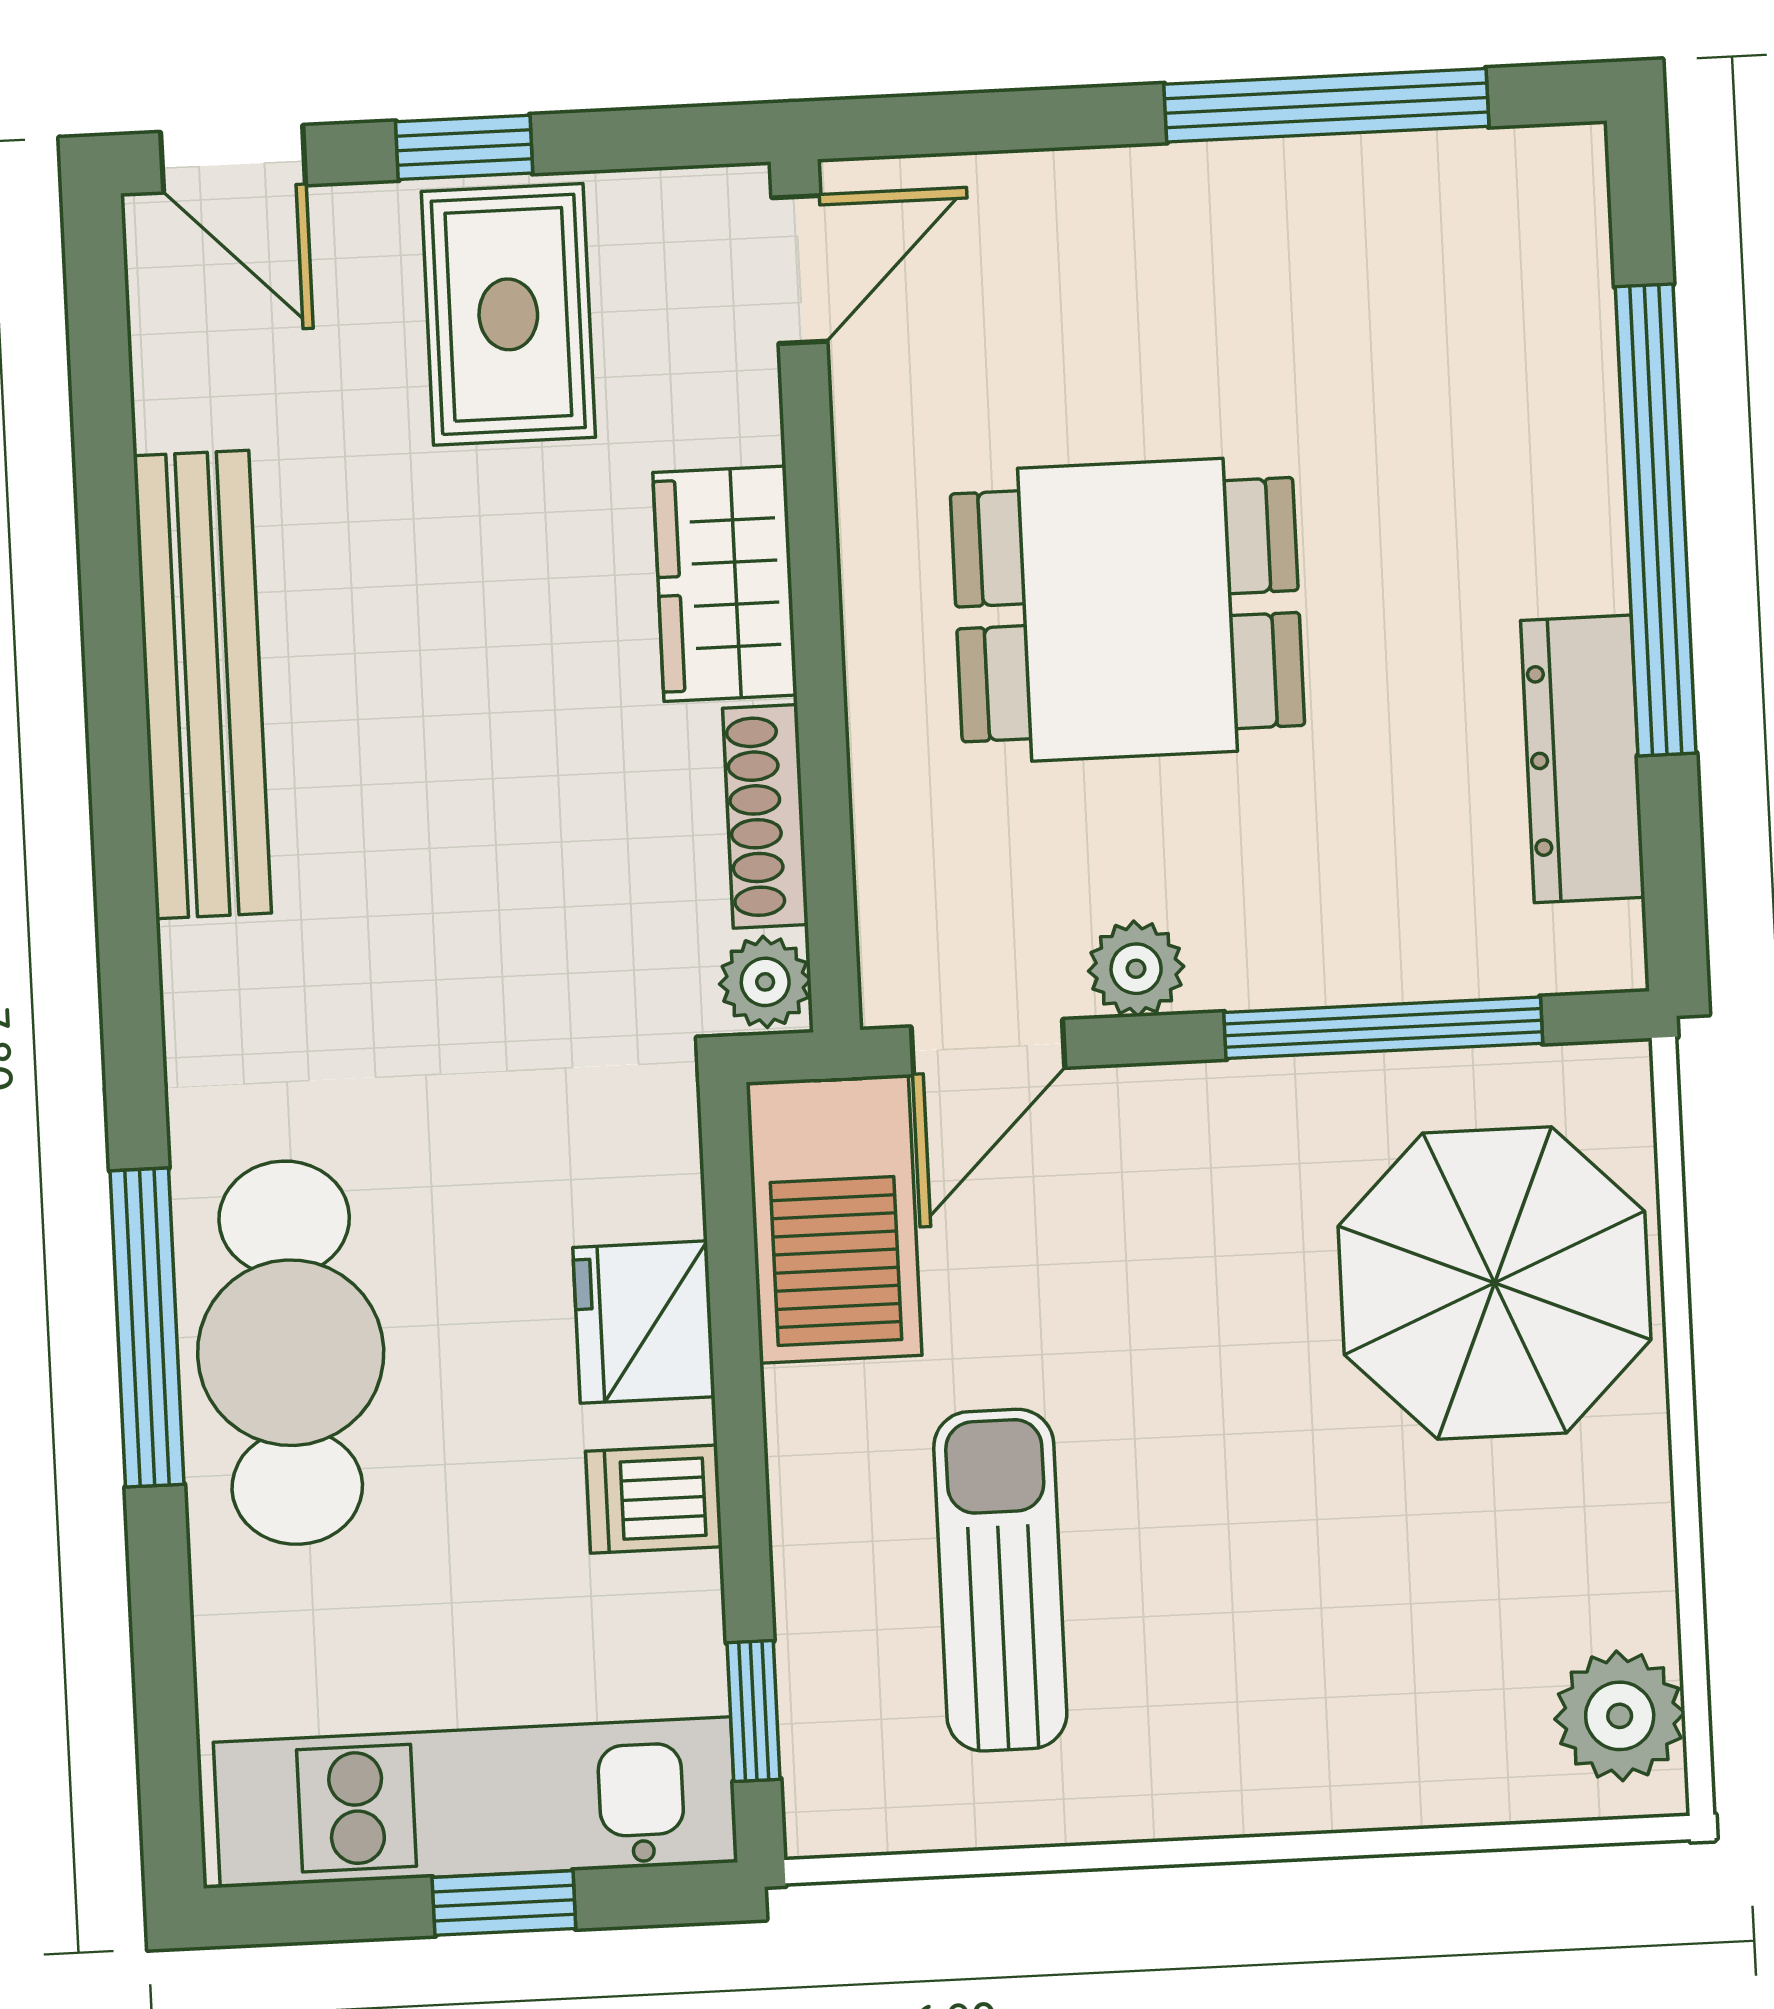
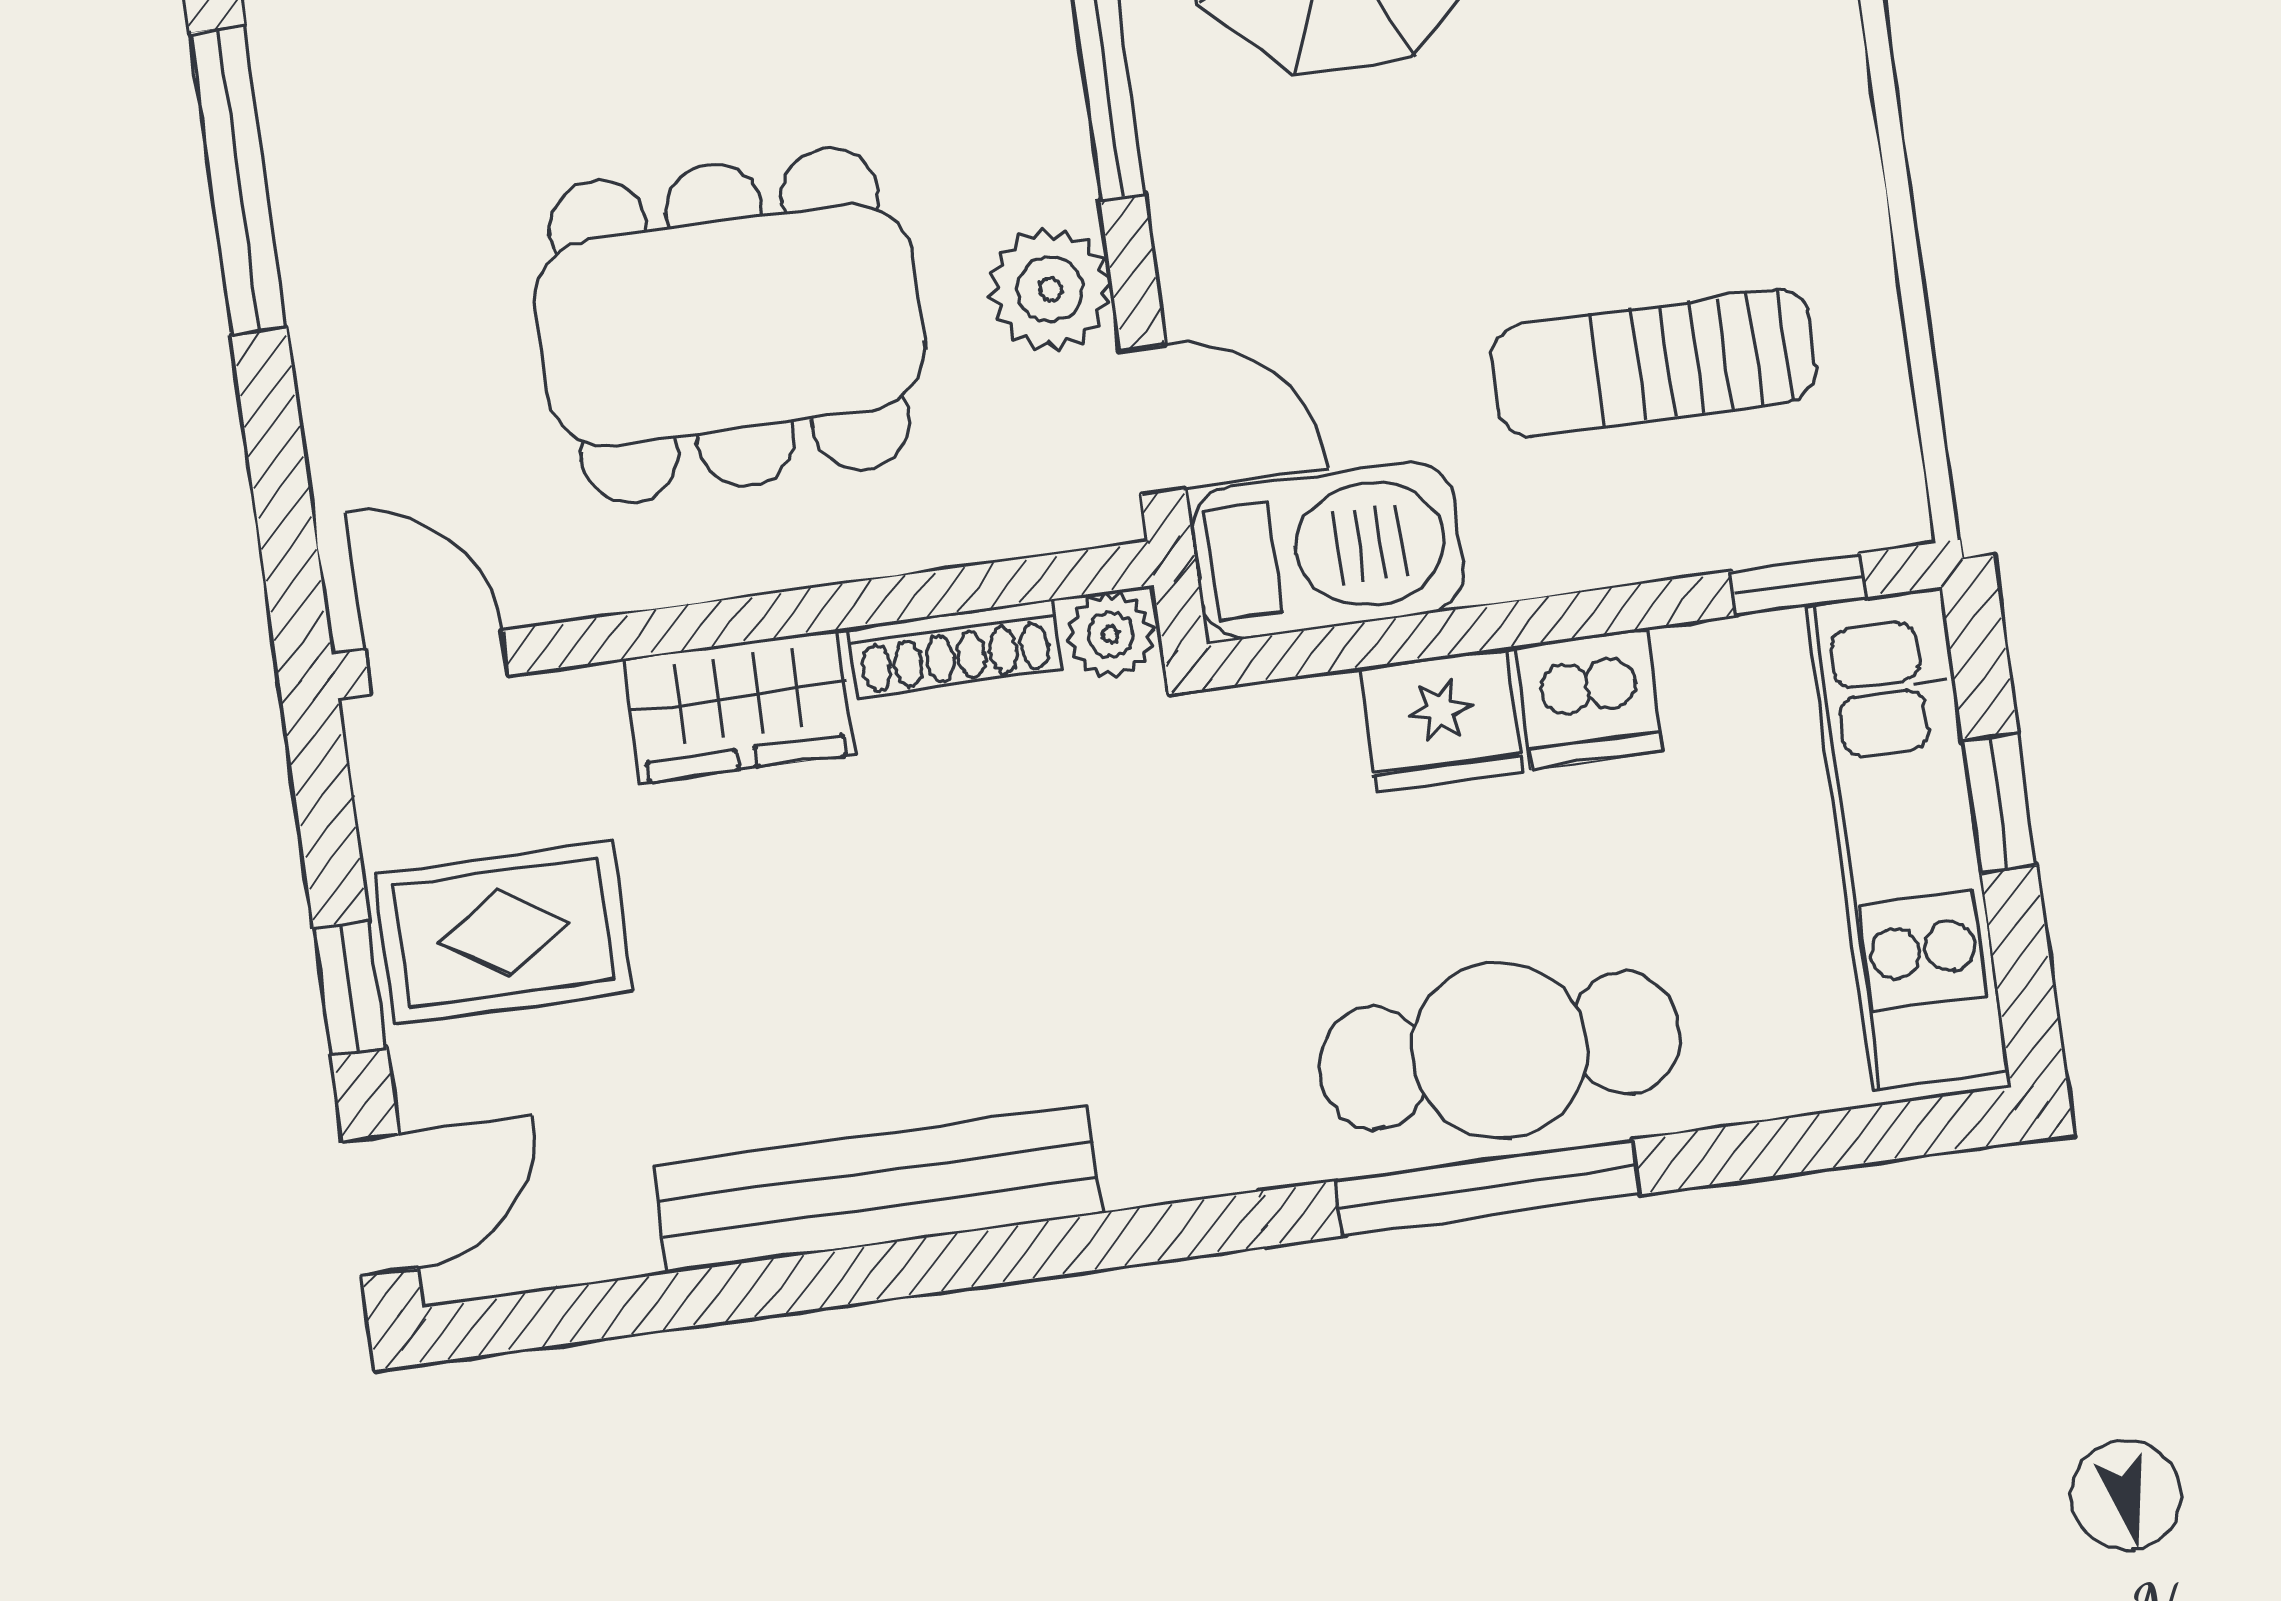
dining table: (1127, 610) -> (730, 325), width x1.38
plant: (1136, 969) -> (1050, 289), width x1.38, depth x1.38
dishwasher: (654, 1499) -> (1589, 699), width x1.38

